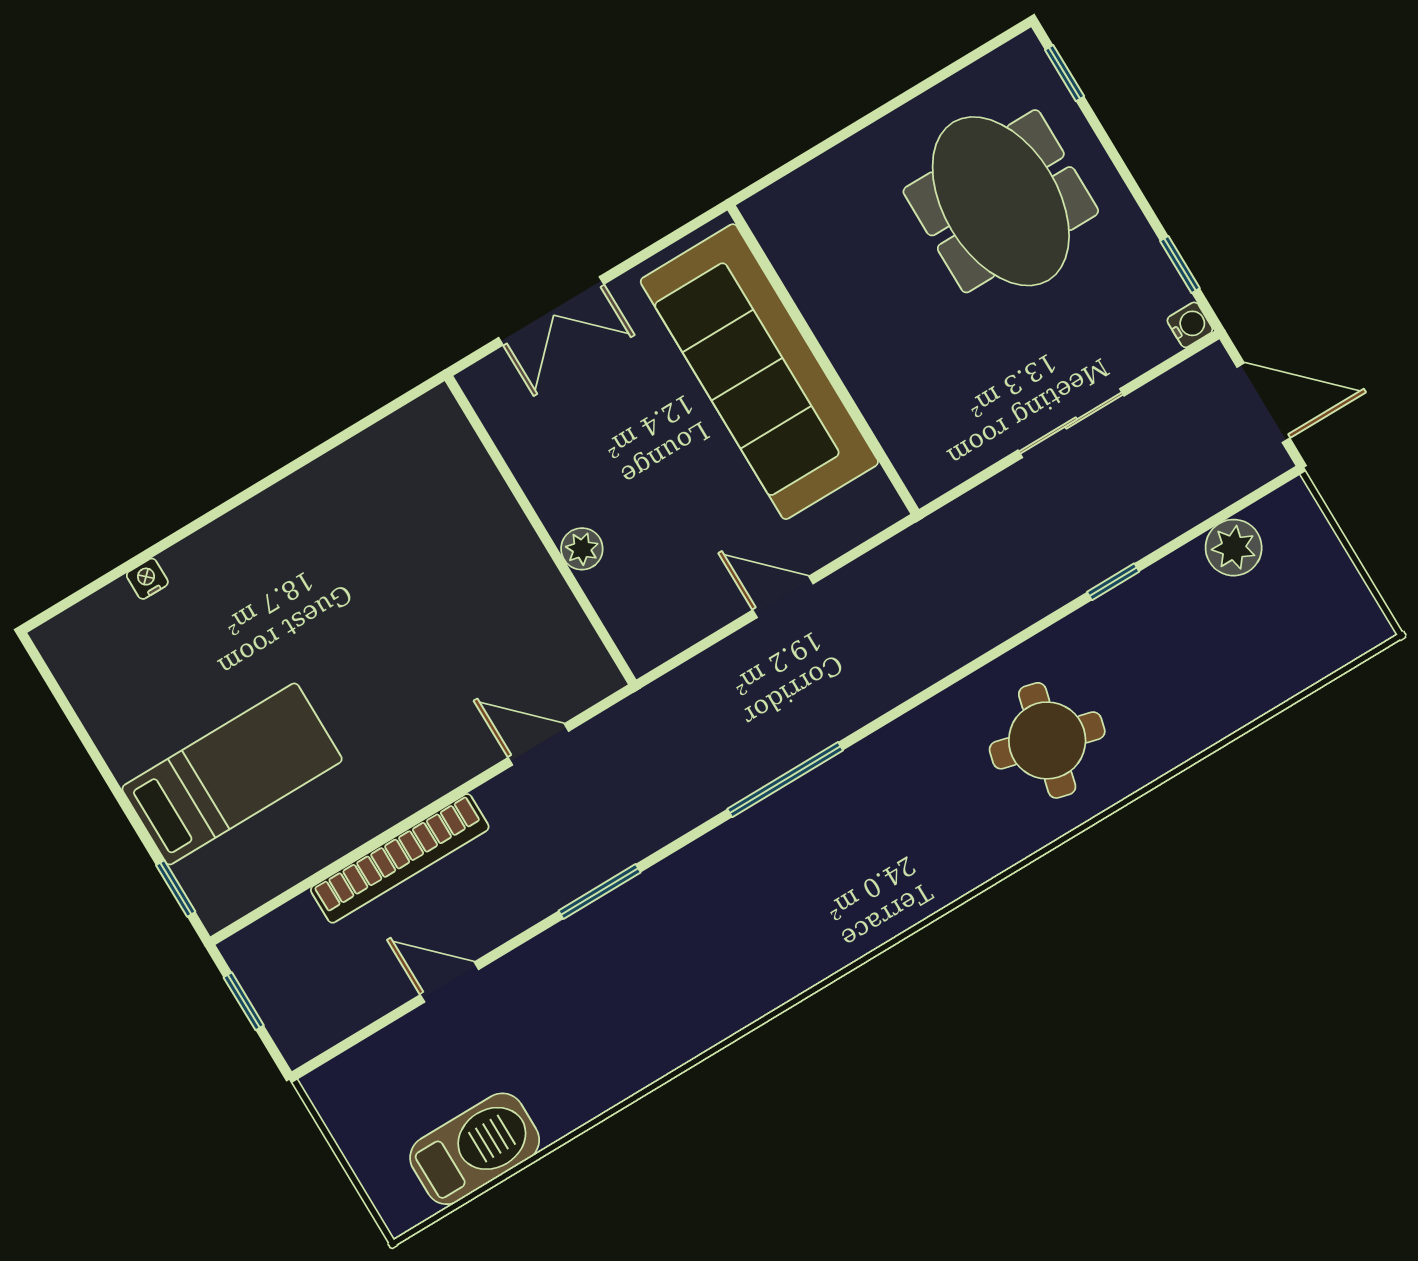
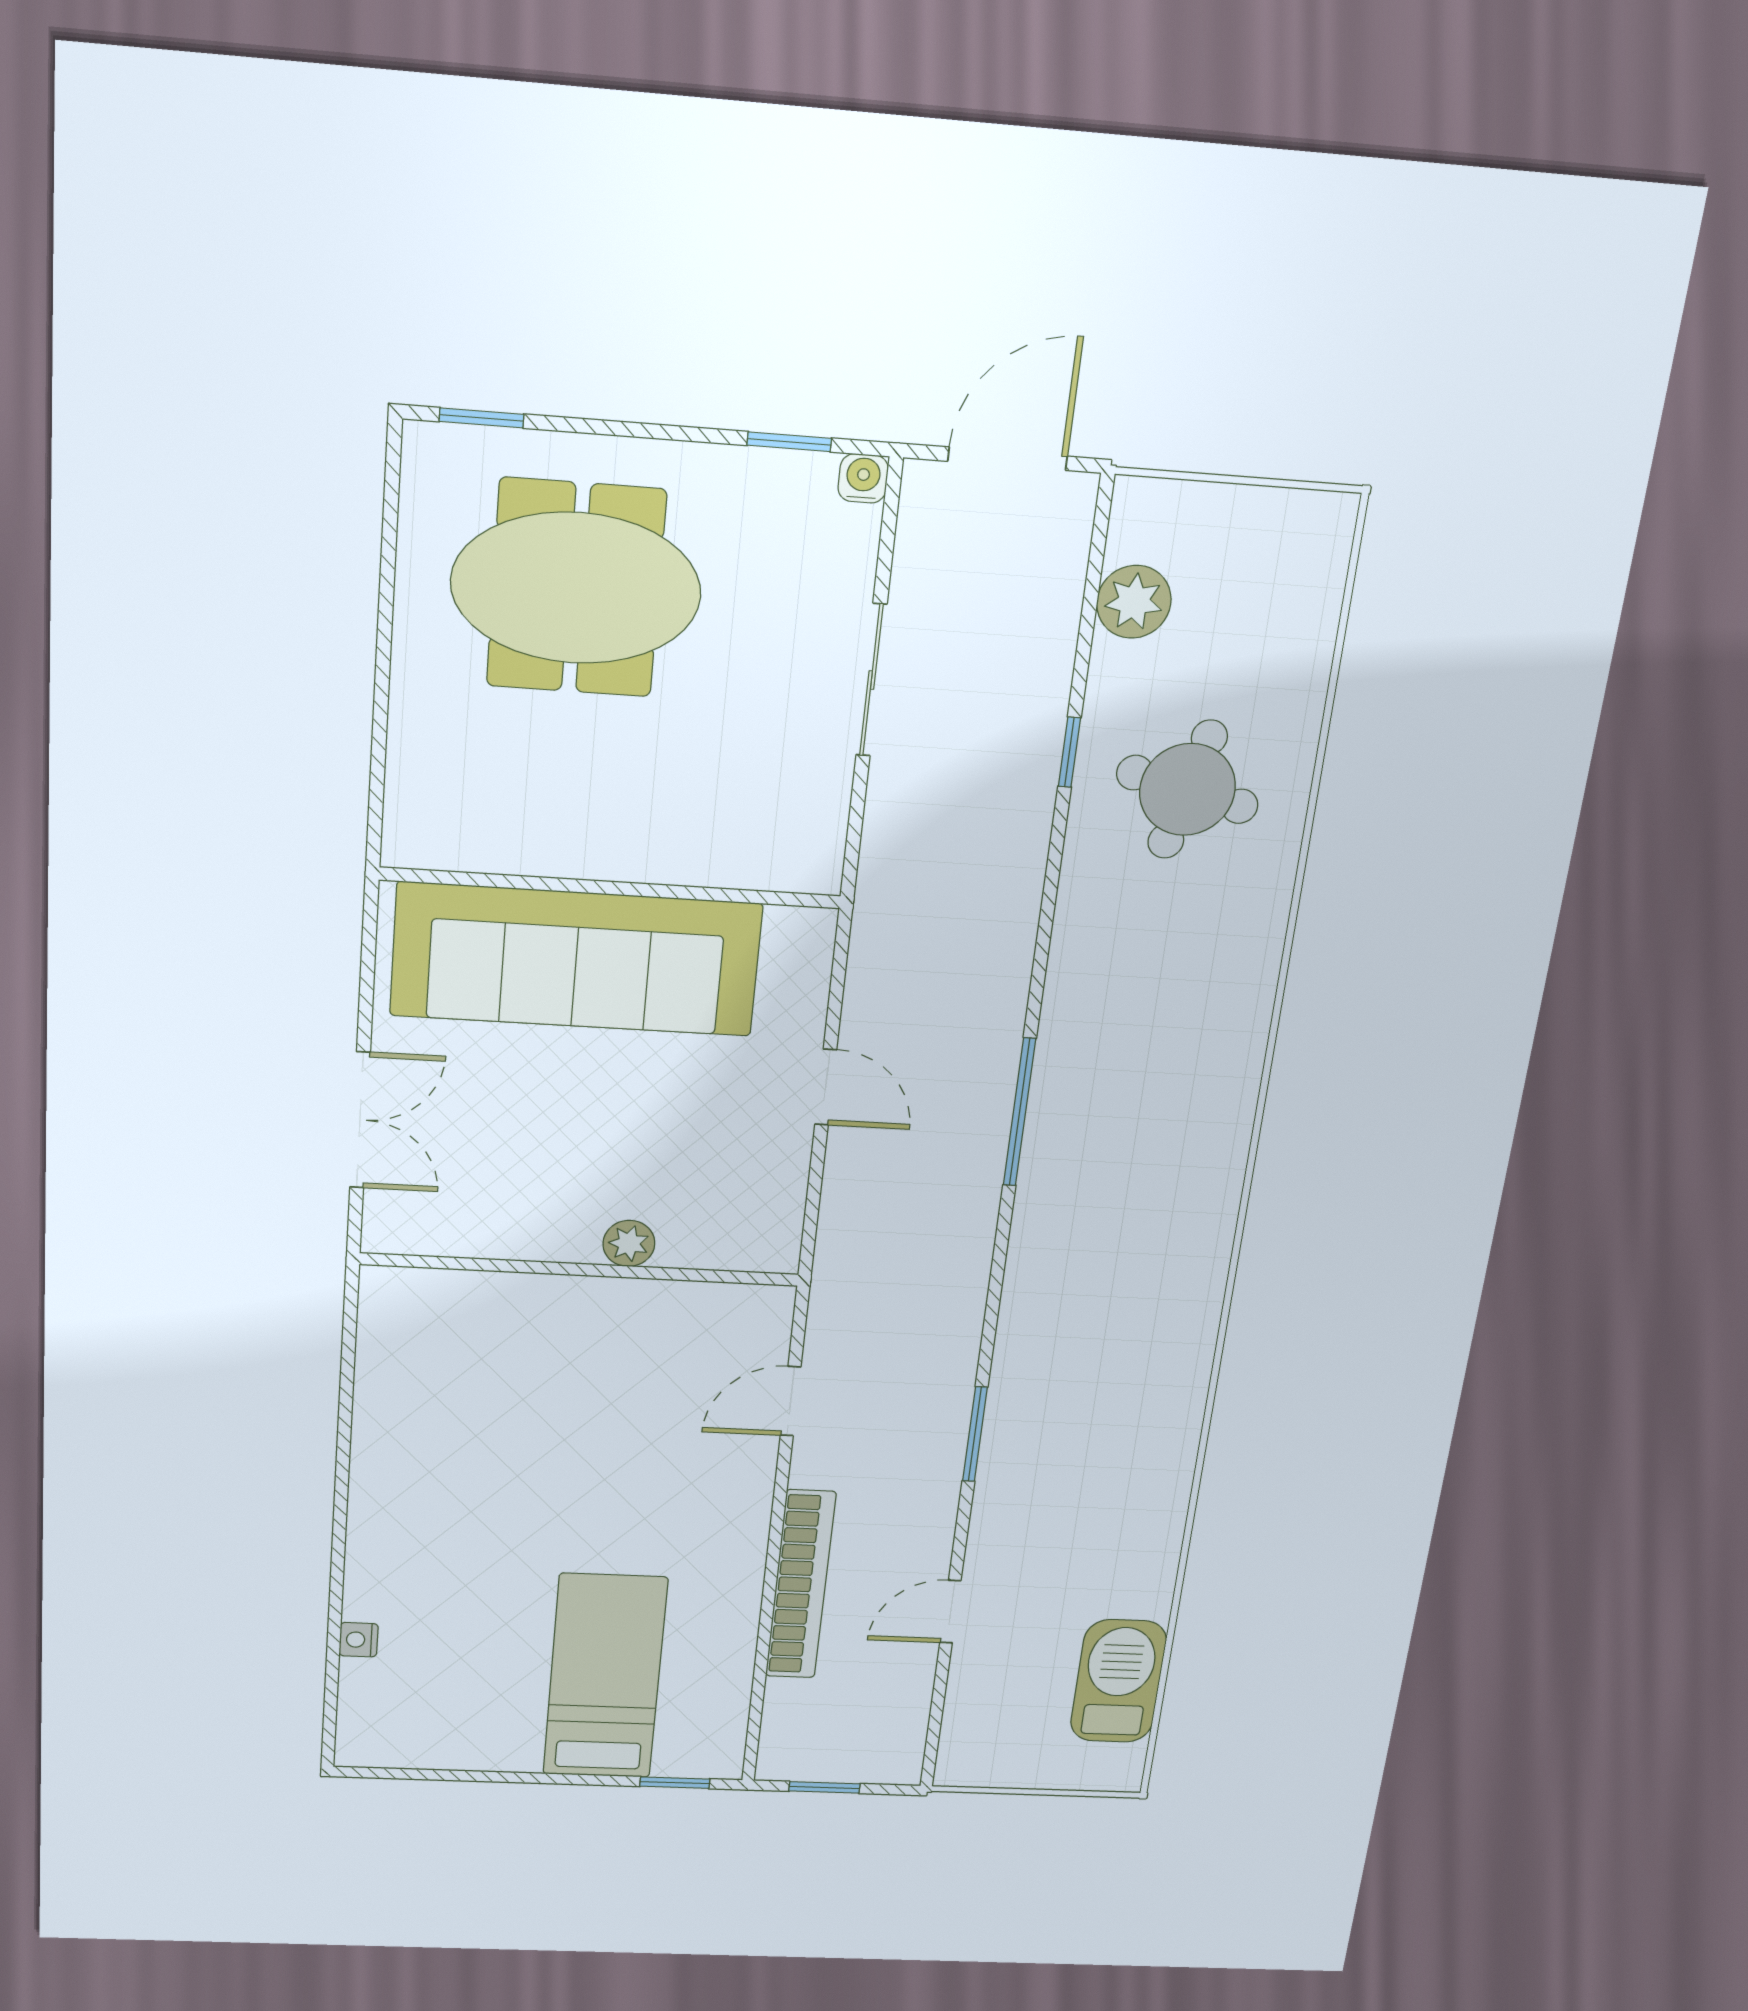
door: (783, 597) -> (826, 1087), swing flipped
round table: (1047, 740) -> (1187, 789), moved
window: (785, 780) -> (1020, 1112), moved

